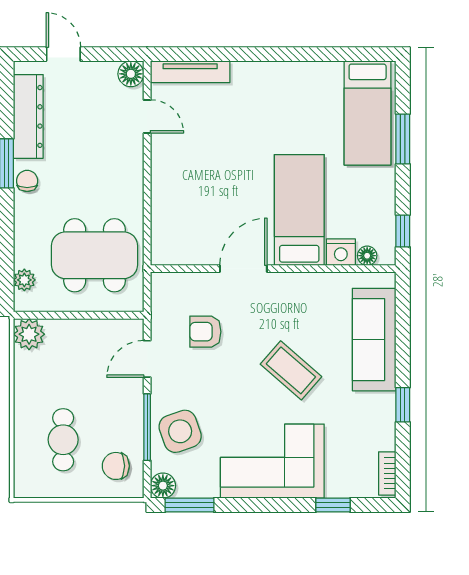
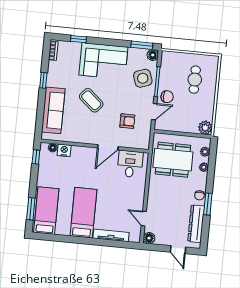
tv unit: (190, 72) -> (111, 235), moved
window: (403, 139) -> (31, 209), moved
bed: (299, 210) -> (83, 213), moved, turned 180
desk: (190, 236) -> (130, 164), added
plant: (24, 245) -> (204, 167), added
chair: (116, 466) -> (167, 97), moved

